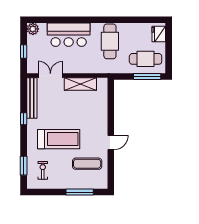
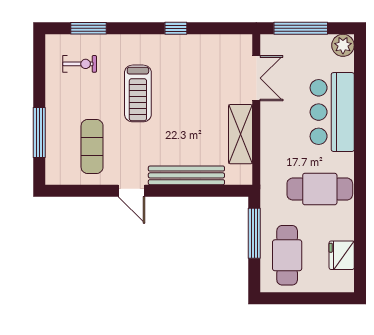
fridge: (159, 34) -> (342, 255), moved, turned -90
window: (24, 52) -> (301, 28), width x2.17
window: (147, 76) -> (254, 233), moved
bench: (32, 98) -> (186, 175), moved
treadmill: (59, 139) -> (138, 93), width x0.73, depth x0.73

